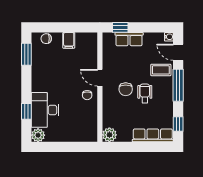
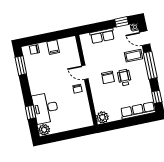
window: (120, 27) -> (122, 22), moved

